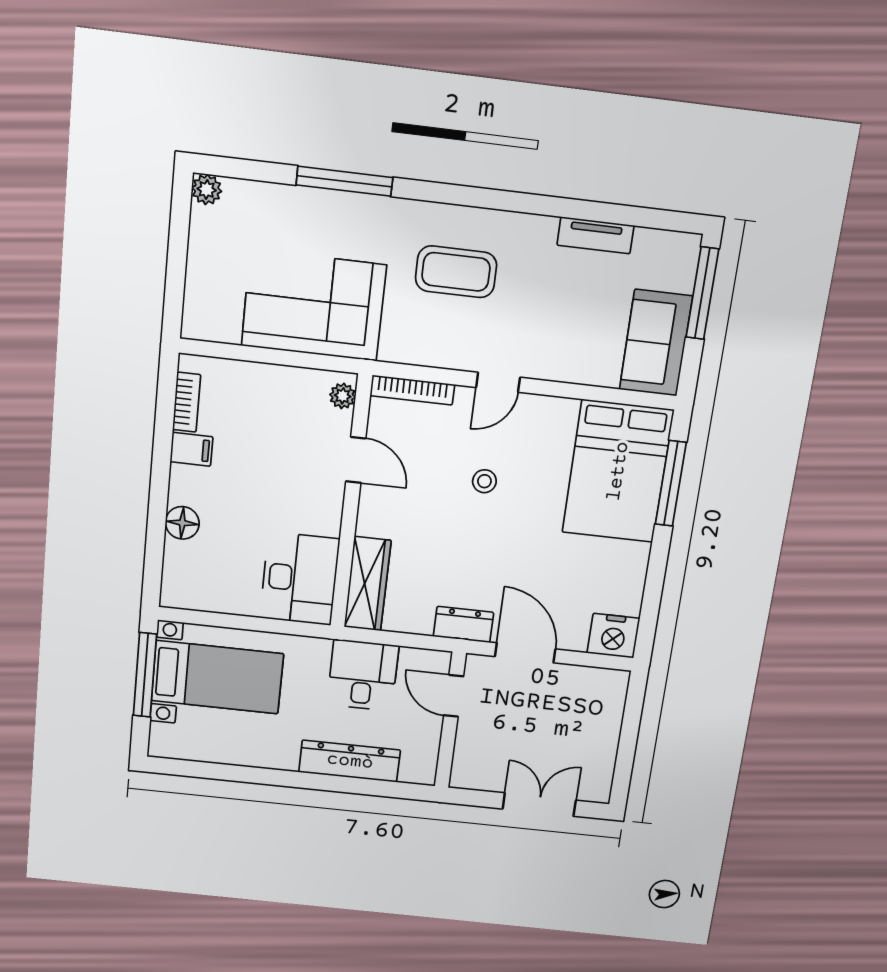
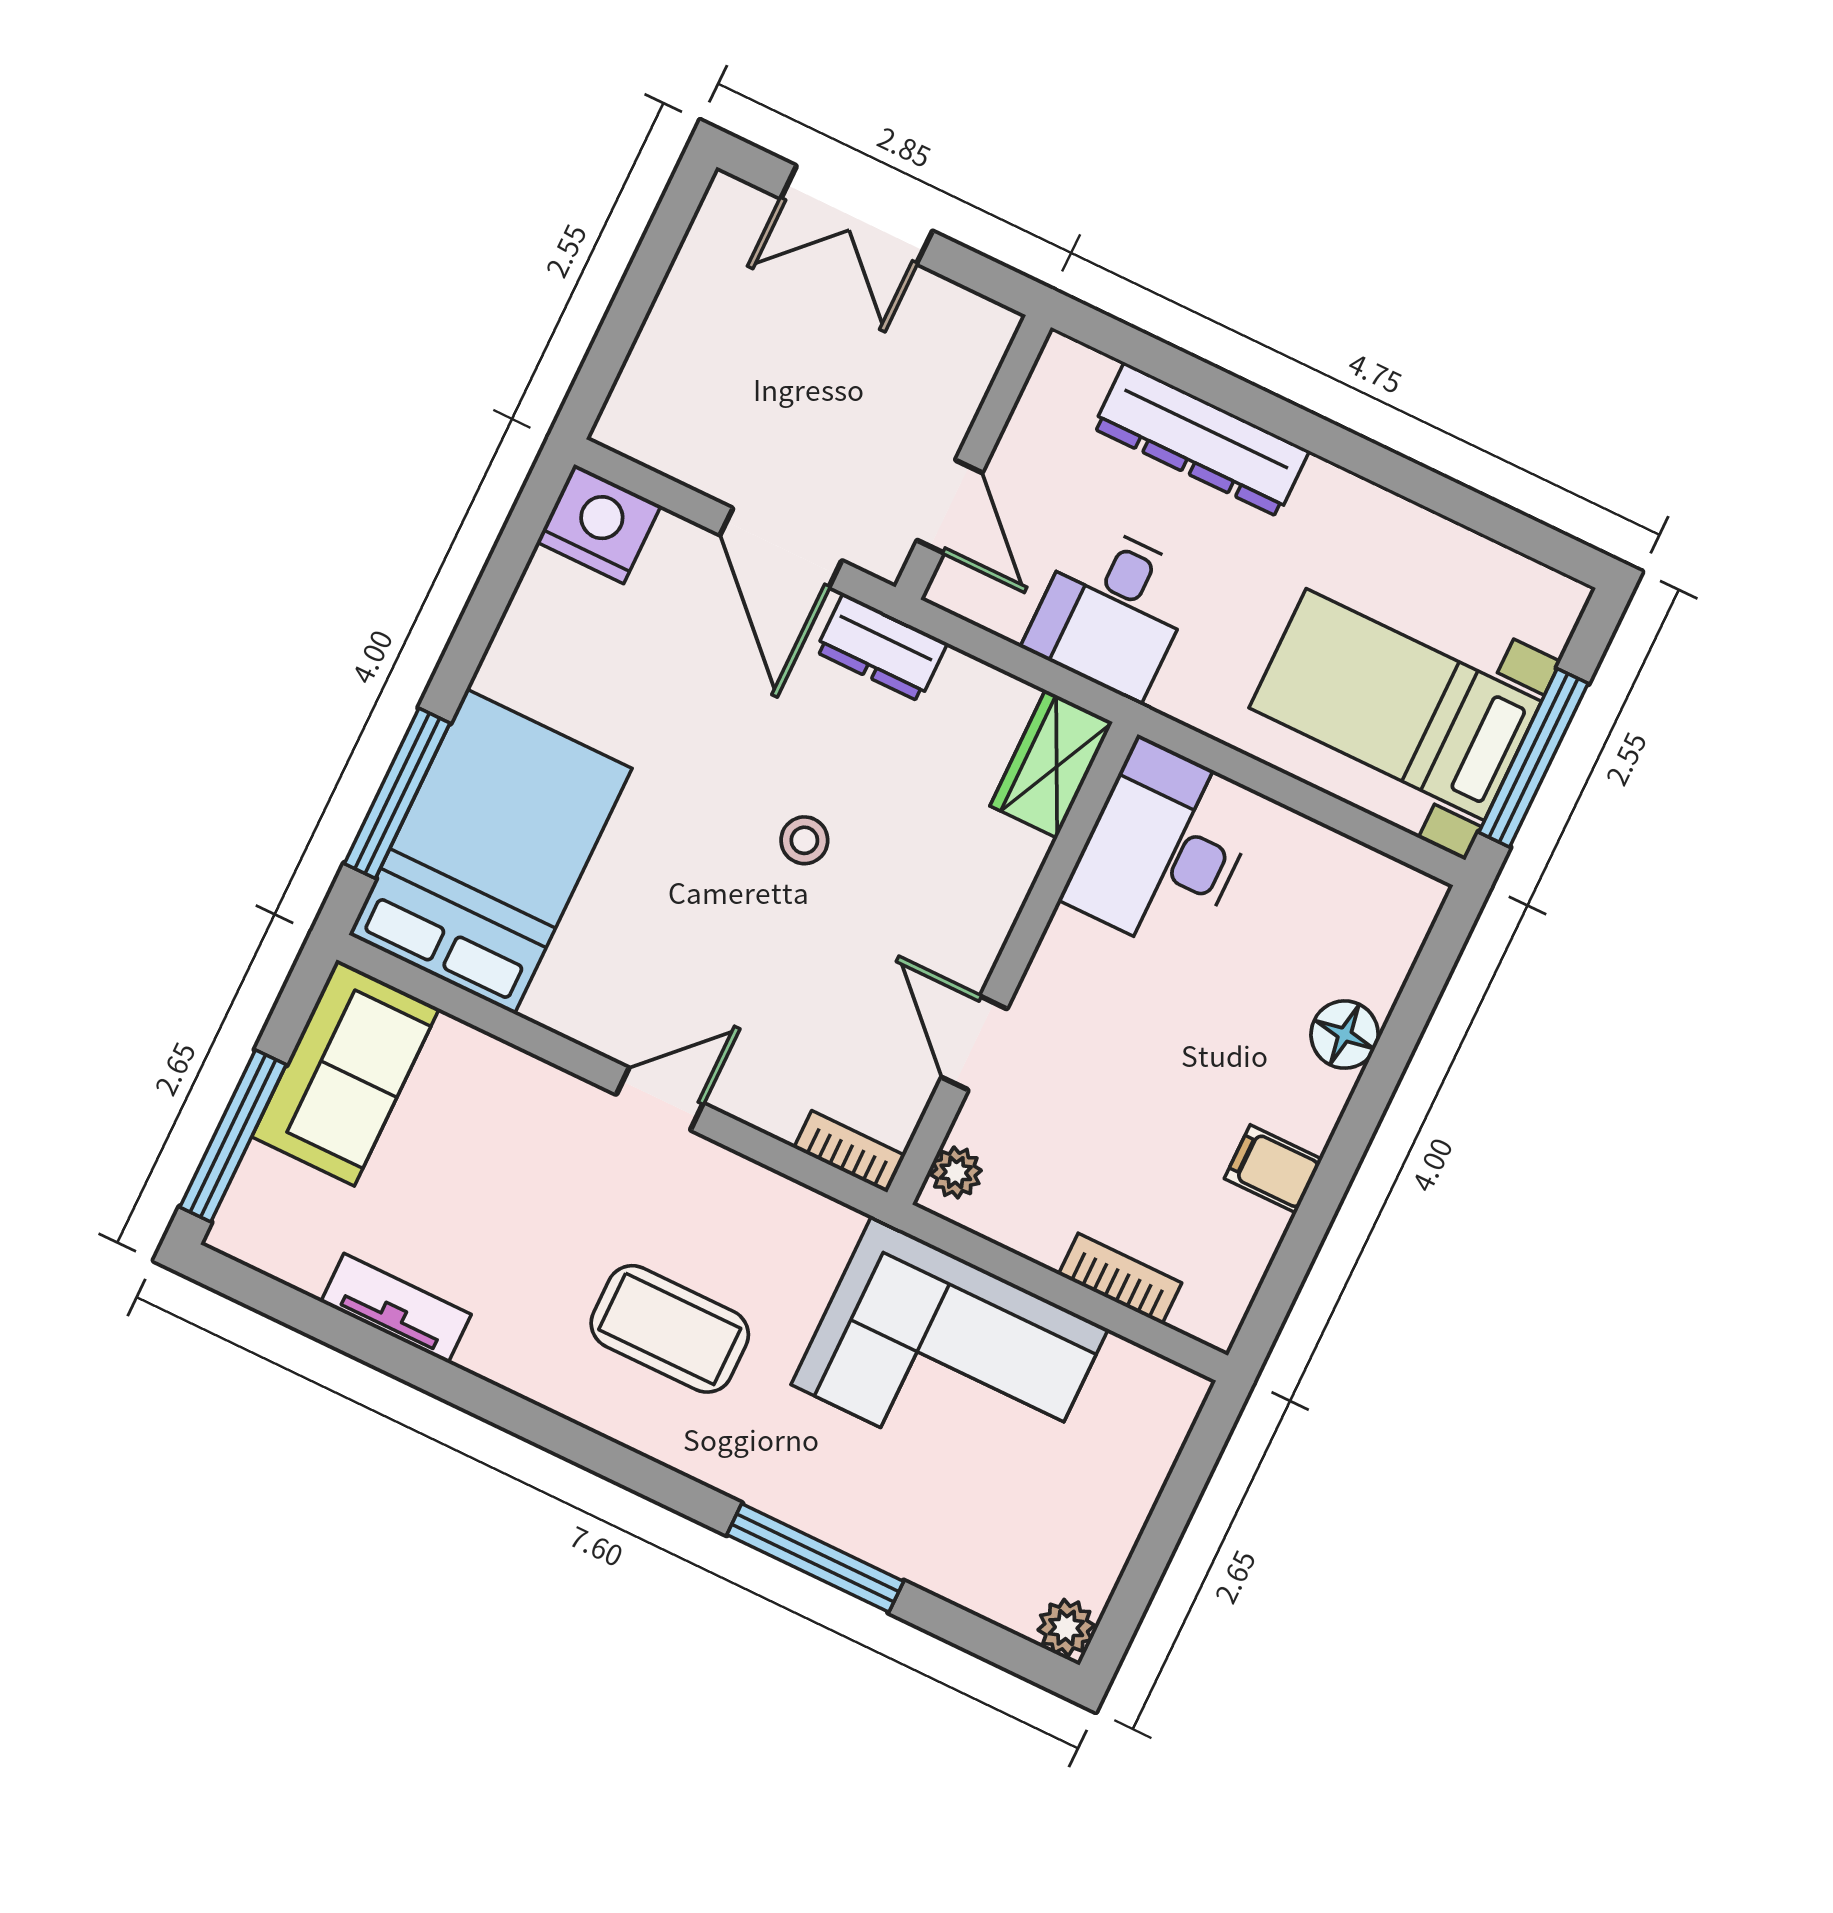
bookcase: (412, 390) -> (849, 1152), width x0.64
bookcase: (187, 402) -> (1120, 1279), moved, turned 90
stool: (484, 481) -> (804, 840), moved
wardrobe: (368, 584) -> (1051, 764), width x0.67

